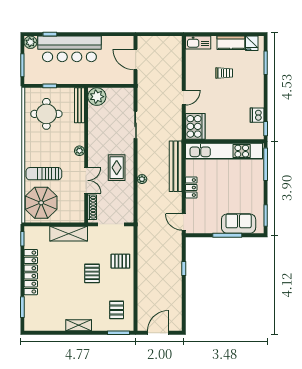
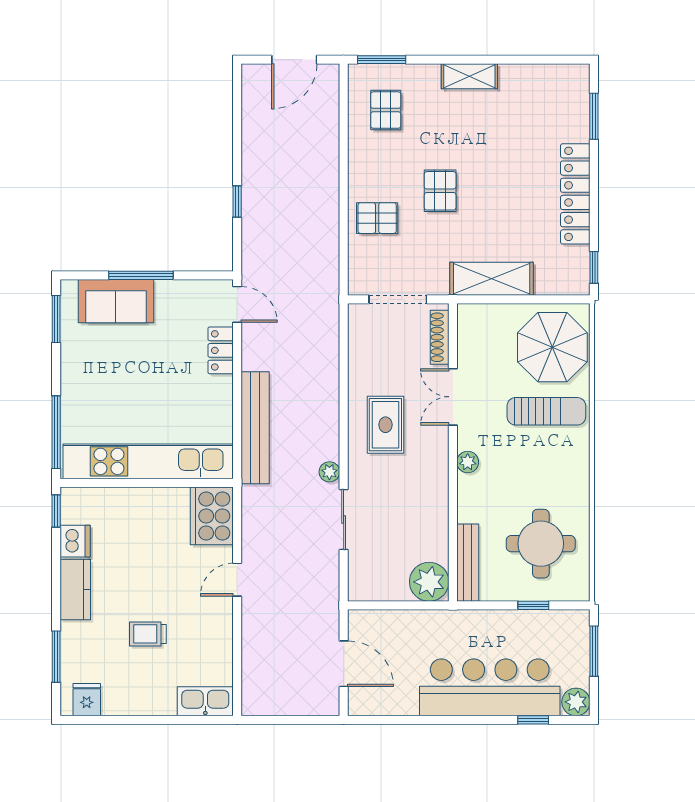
kitchen counter: (231, 43) -> (75, 589), moved, turned 90
plant: (142, 179) -> (329, 472), moved
locker: (191, 188) -> (221, 350), moved

